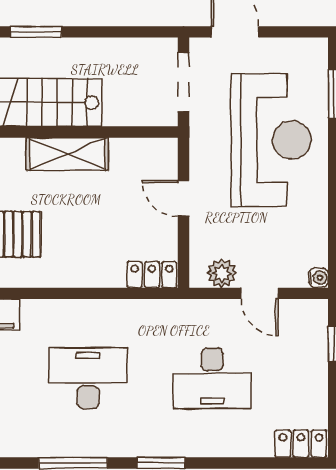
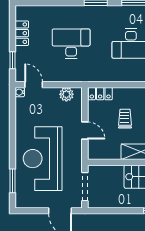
trolley: (101, 223) -> (125, 119), added
door: (260, 293) -> (34, 85), moved
locker: (301, 444) -> (22, 33), moved, turned -90

